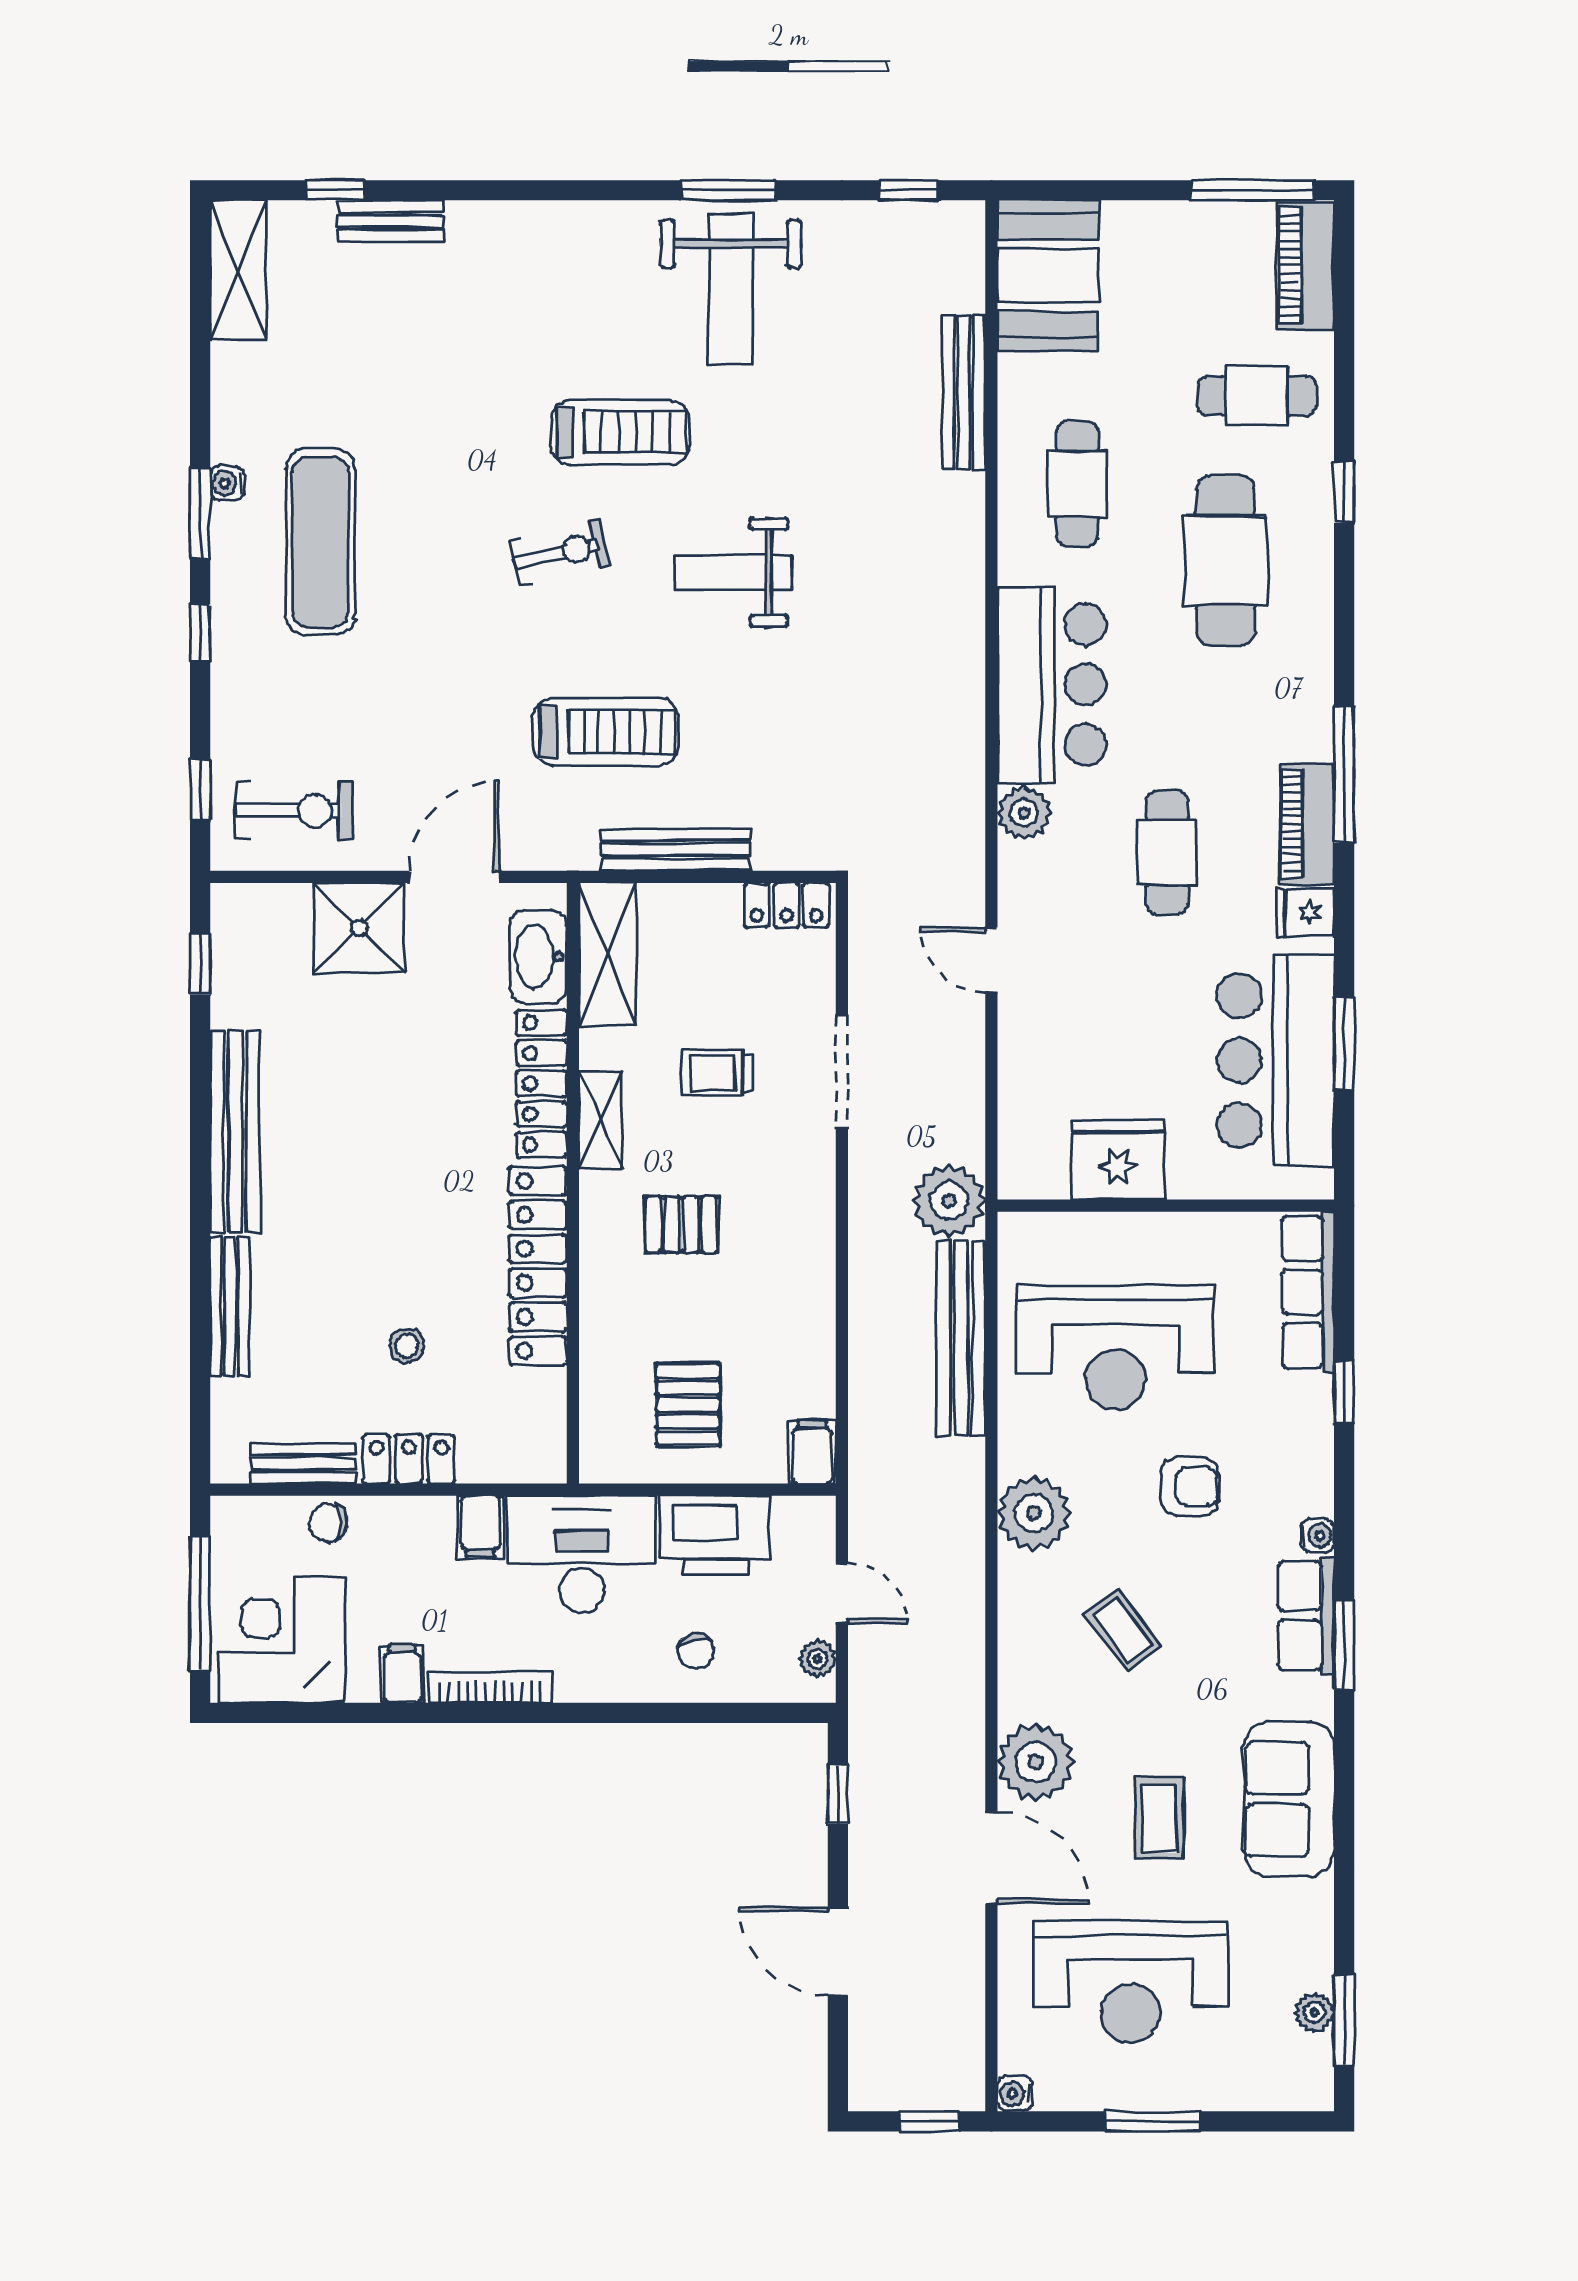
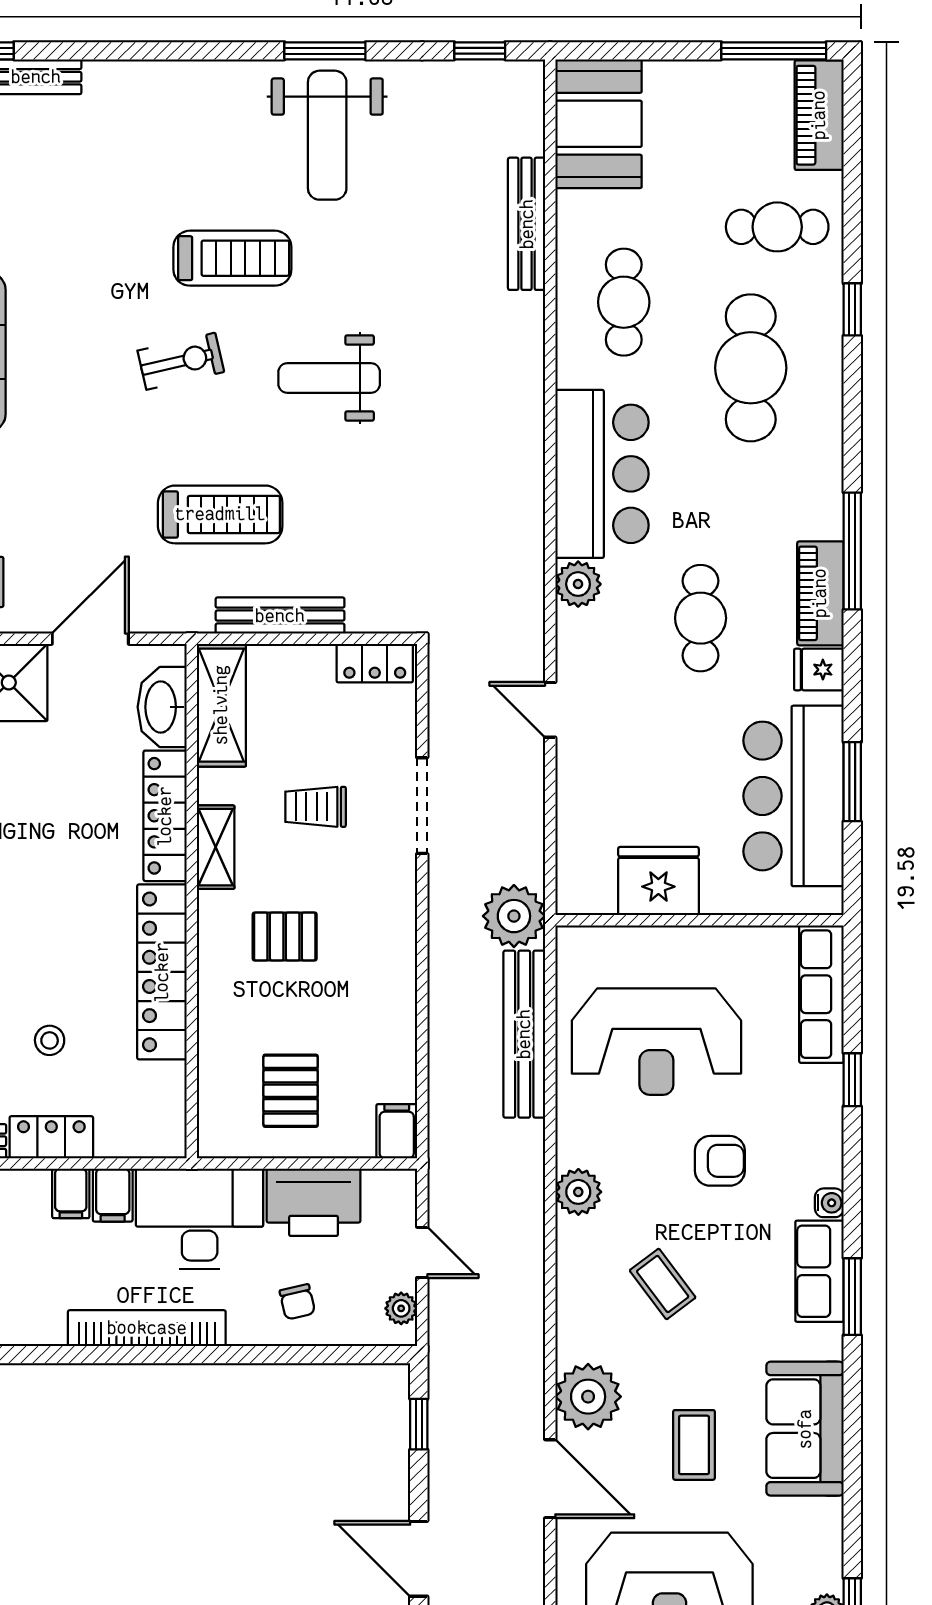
plant: (1034, 1513) -> (578, 1192), width x0.73, depth x0.73
filing cabinet: (402, 1674) -> (71, 1193), moved, turned 180
bookcase: (490, 1687) -> (147, 1328), width x1.48, depth x1.31

